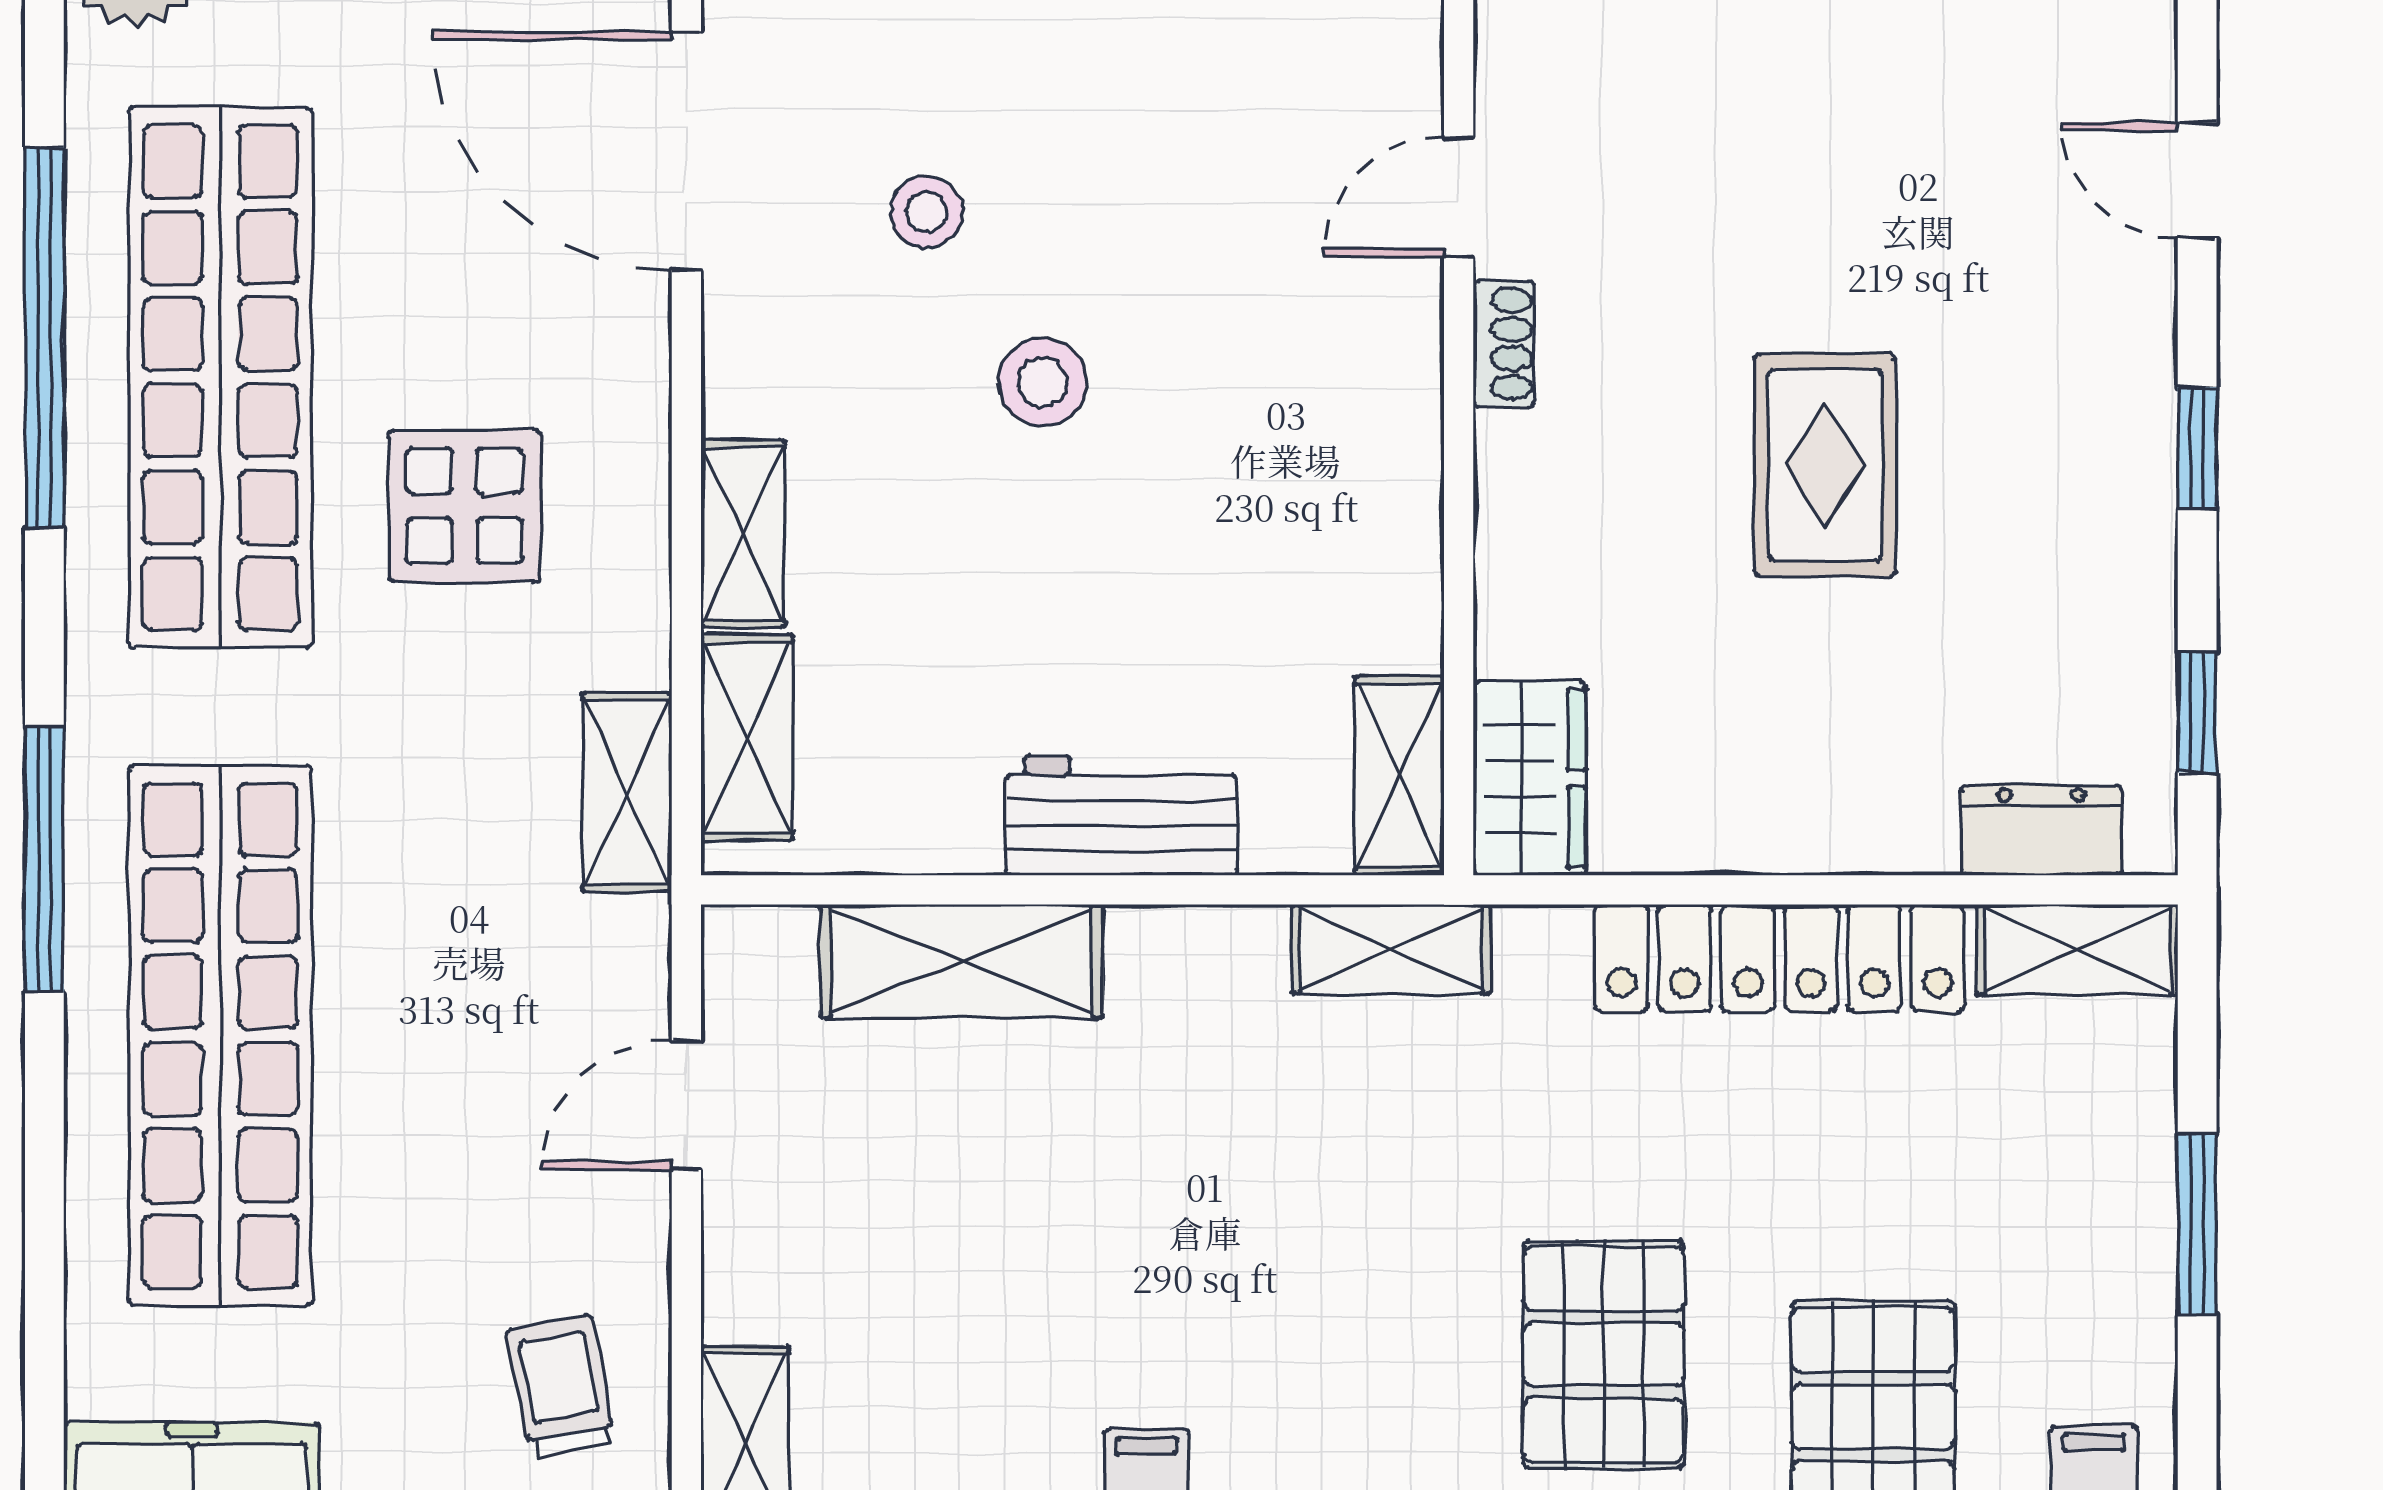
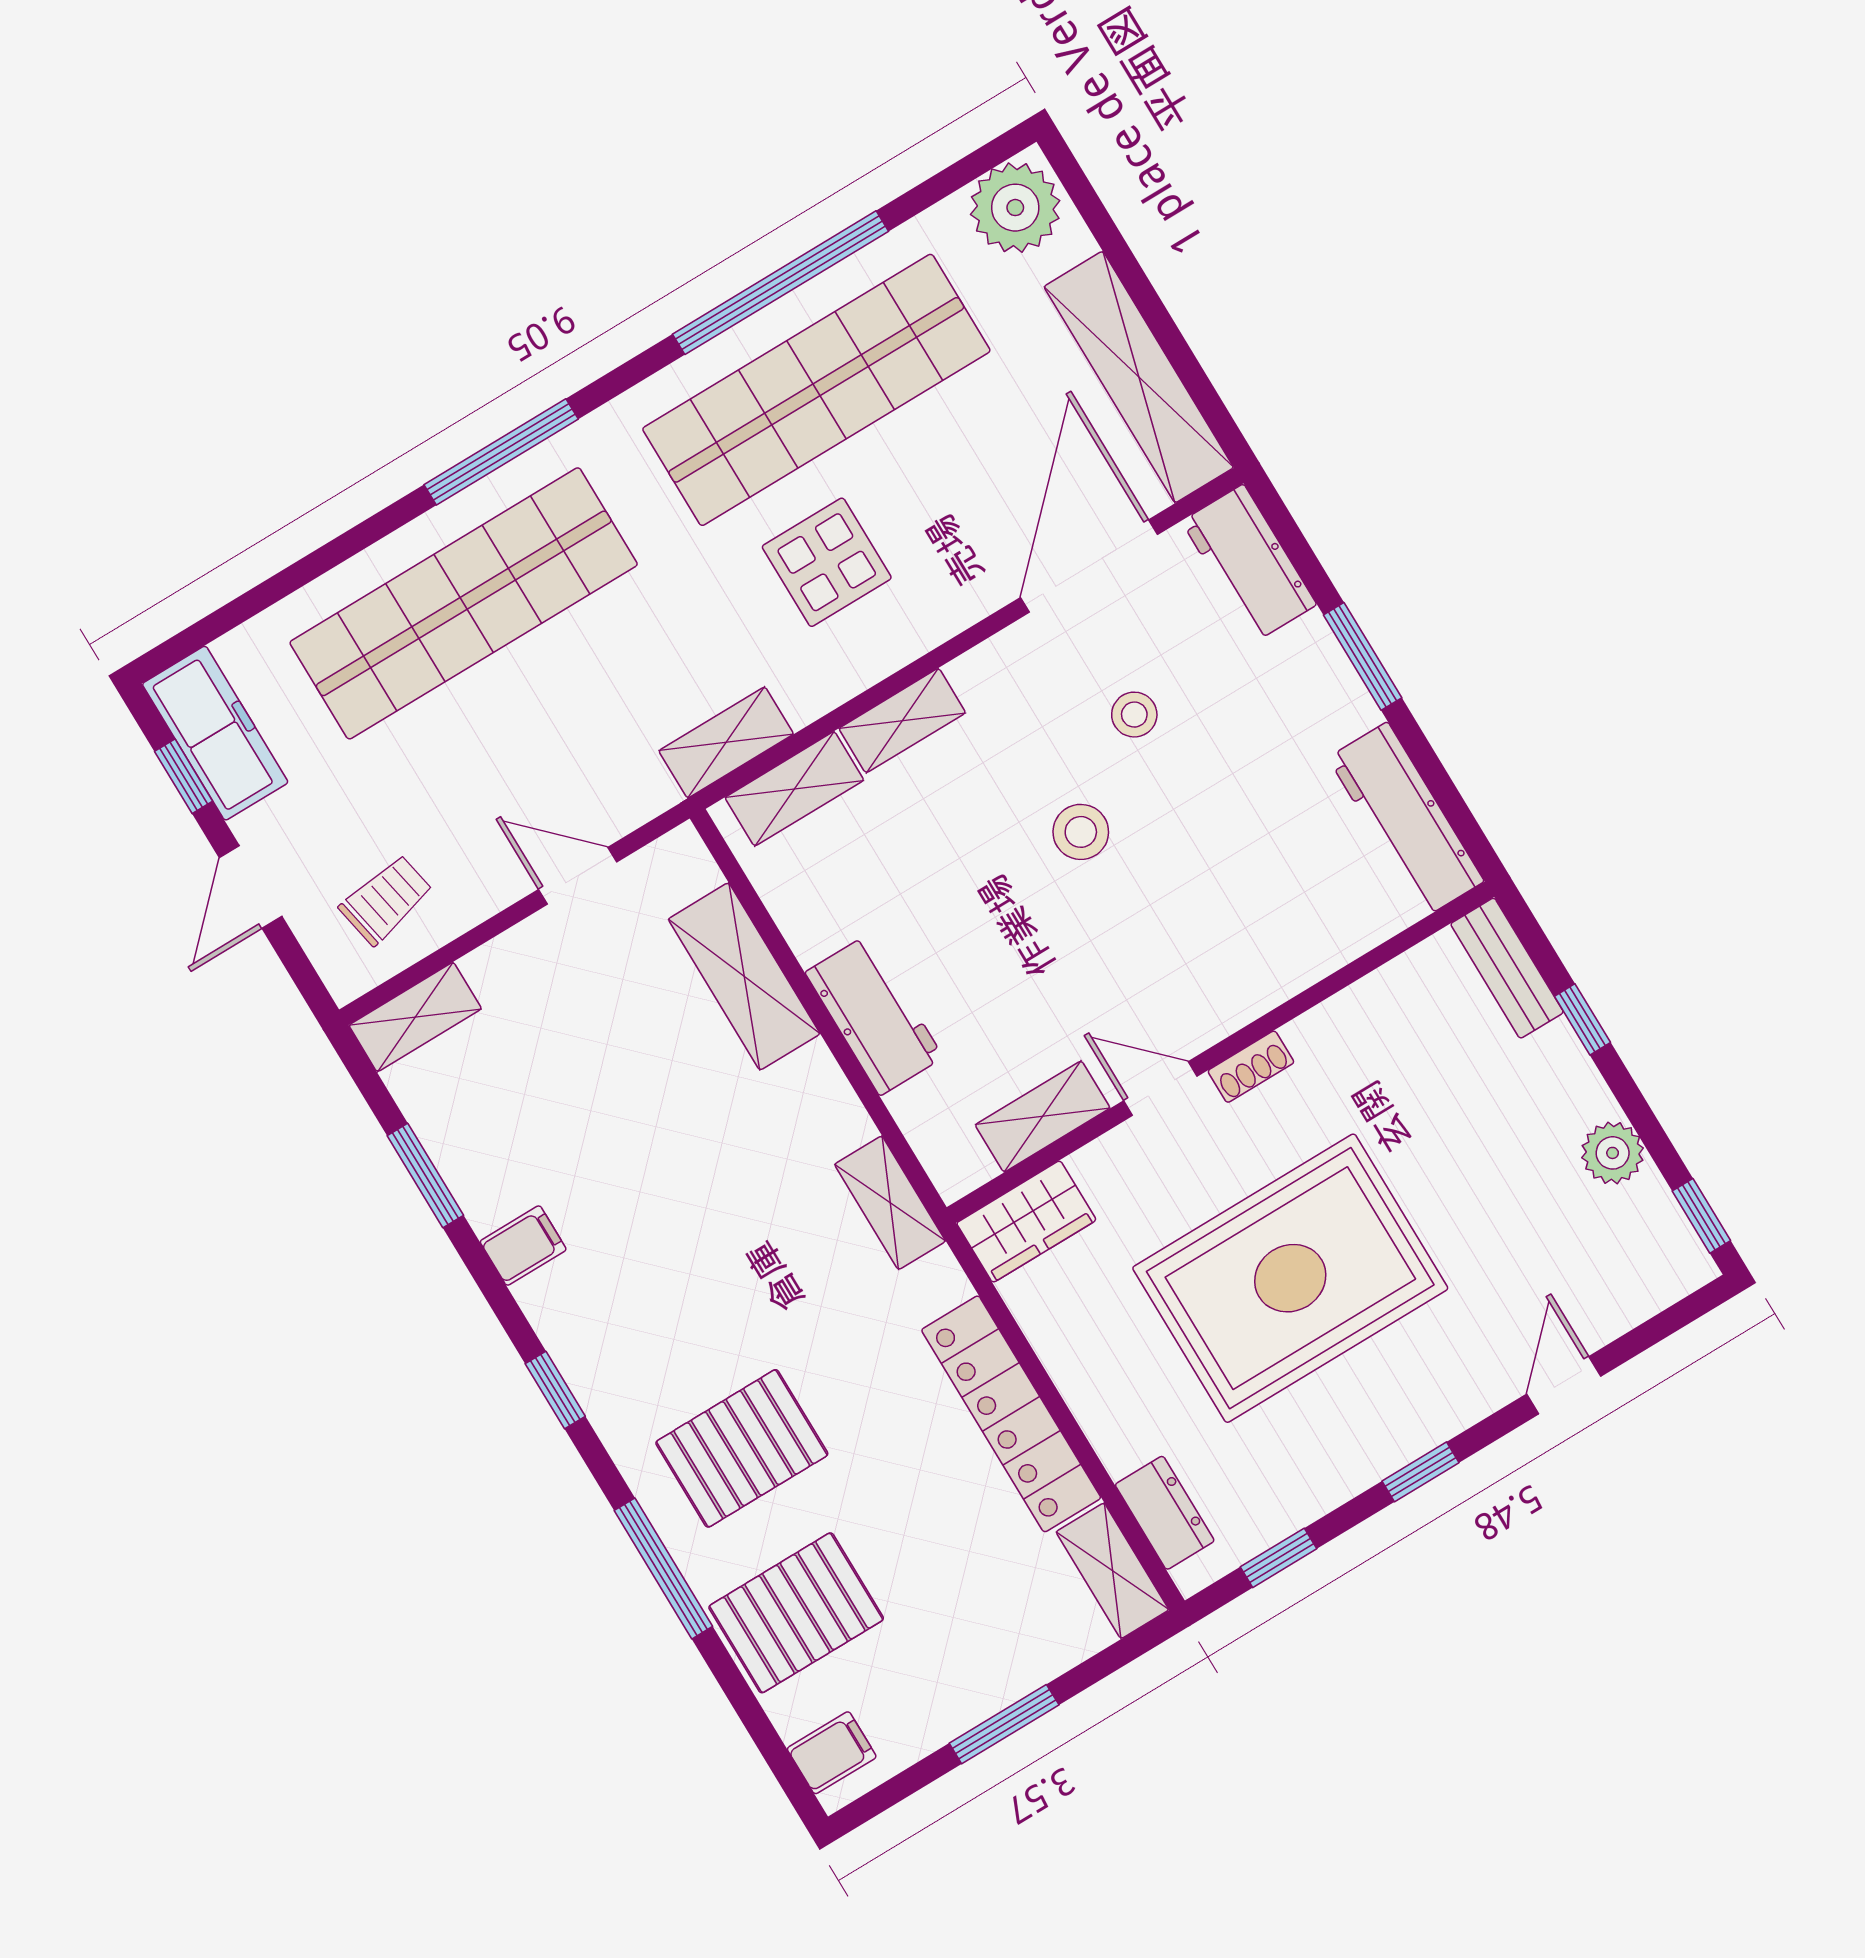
door: (1459, 197) -> (1160, 1089), moved
rug: (1825, 465) -> (1290, 1278), width x1.86, depth x2.06
shelving: (1399, 776) -> (1043, 1116), moved

